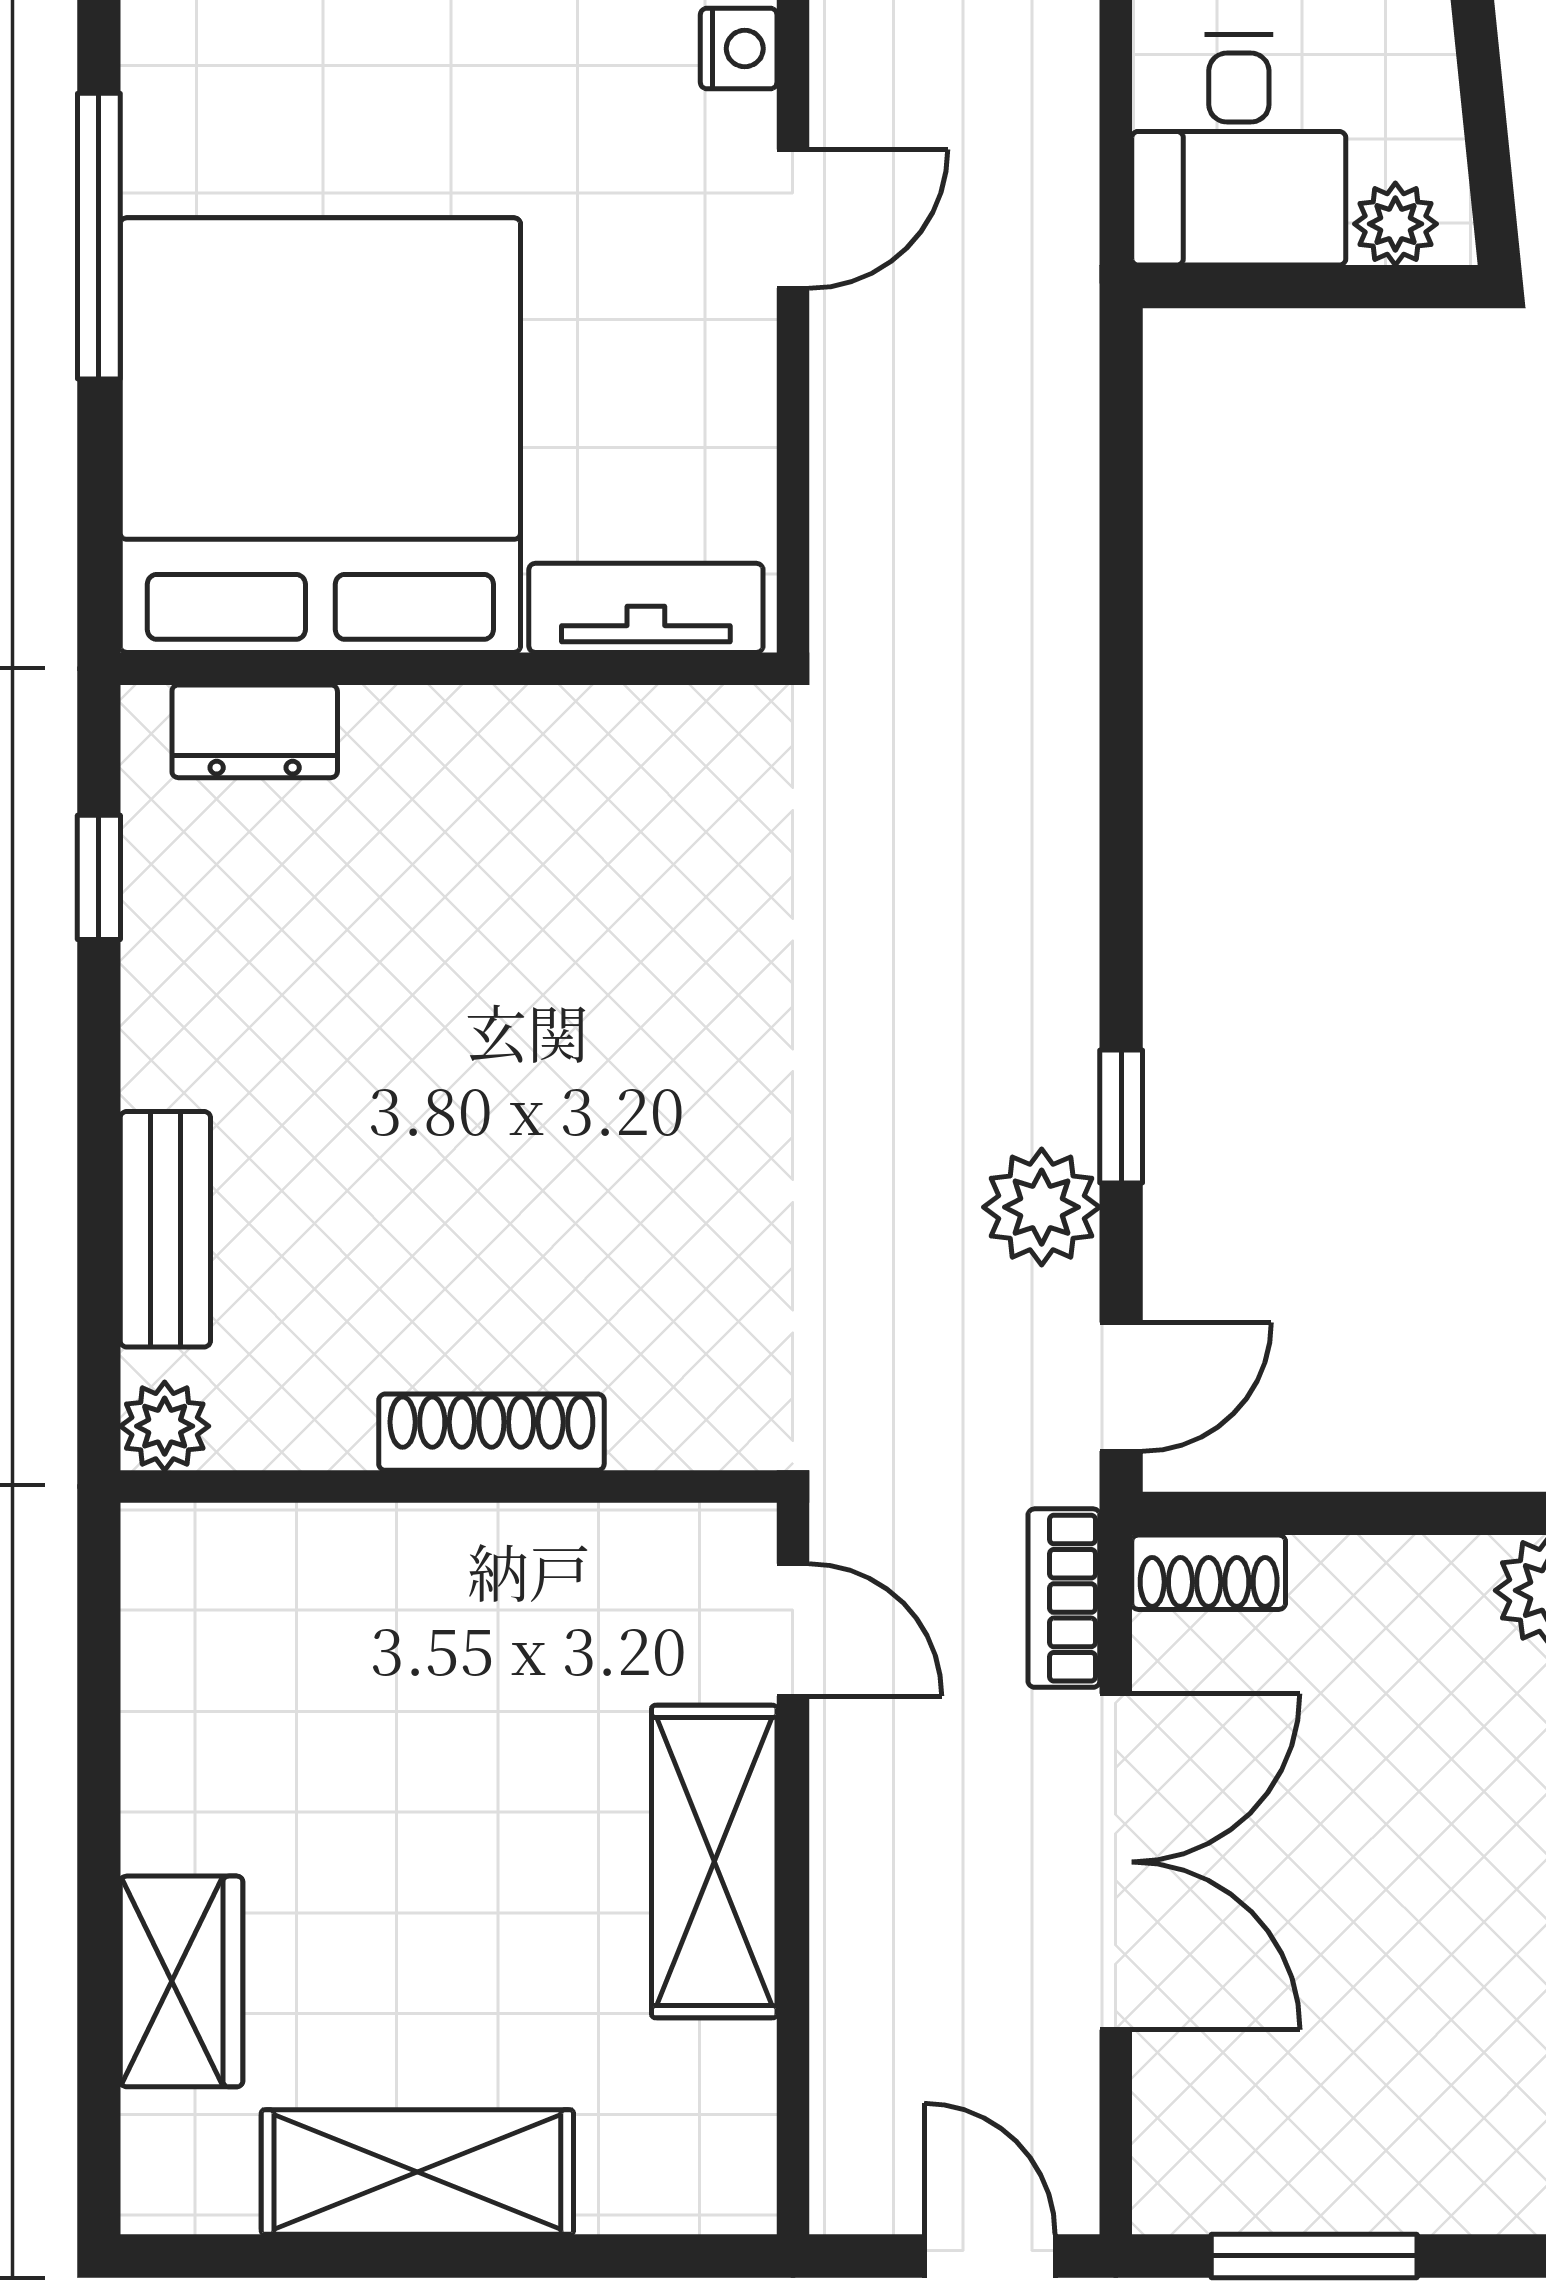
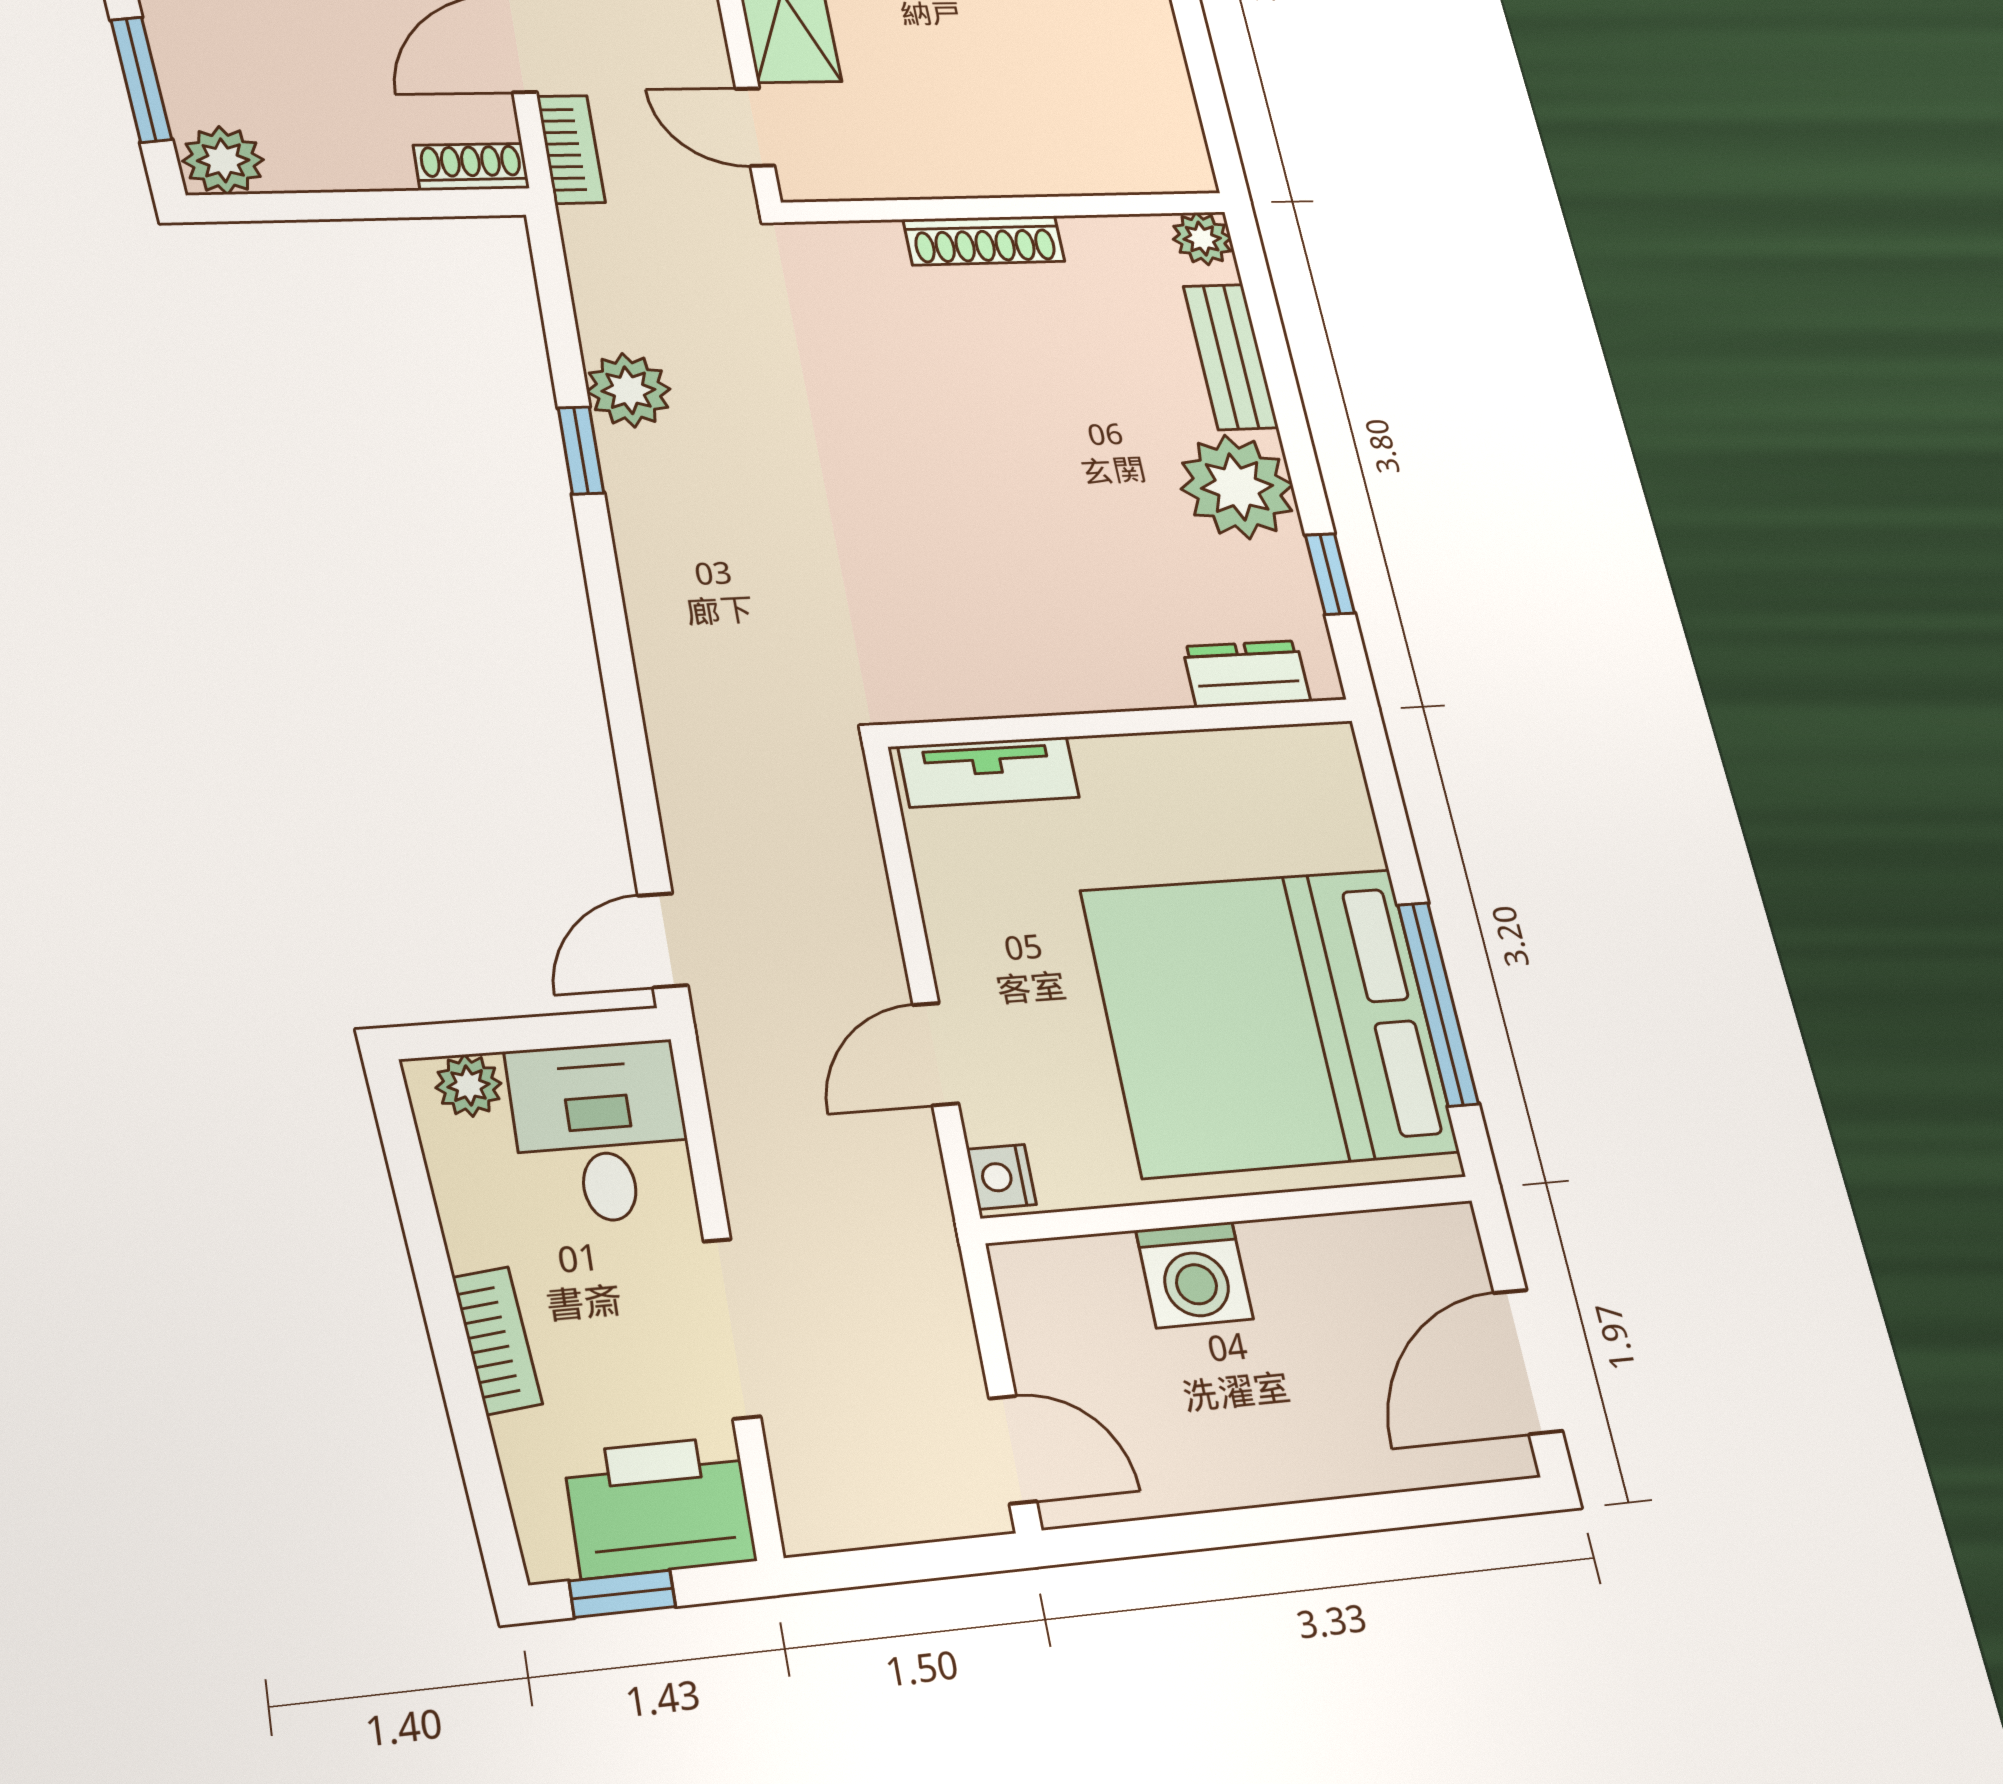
bed: (320, 435) -> (1269, 1021), moved, turned 90
plant: (203, 1020) -> (1237, 487), added
door: (1121, 1387) -> (663, 940), moved

